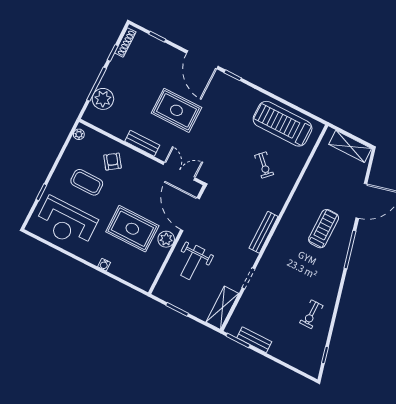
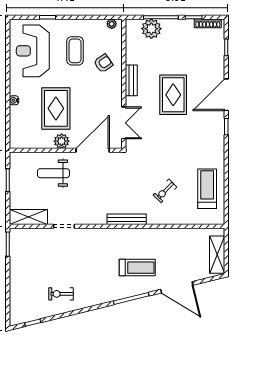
treadmill: (283, 124) -> (207, 189), width x0.73, depth x0.73
bench: (264, 232) -> (127, 219), moved
bench: (254, 340) -> (15, 257), removed

